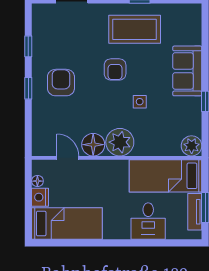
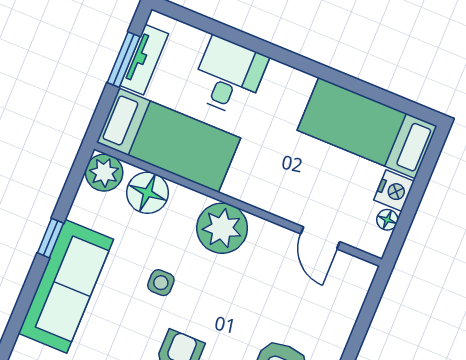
sofa: (187, 71) -> (66, 286), width x1.36
floor lamp: (93, 145) -> (147, 193), moved

